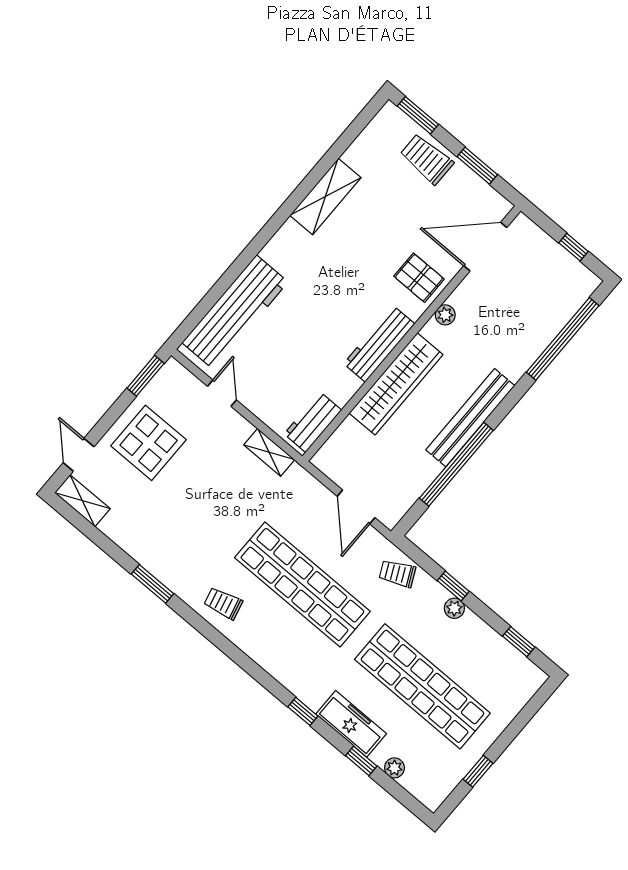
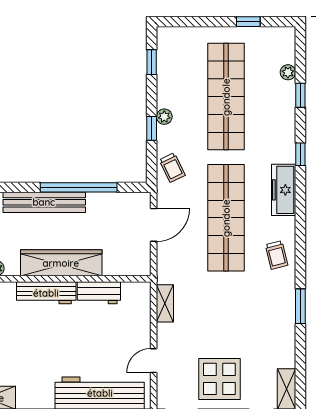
workbench: (313, 422) -> (99, 293), moved
freezer: (351, 724) -> (284, 190), moved

